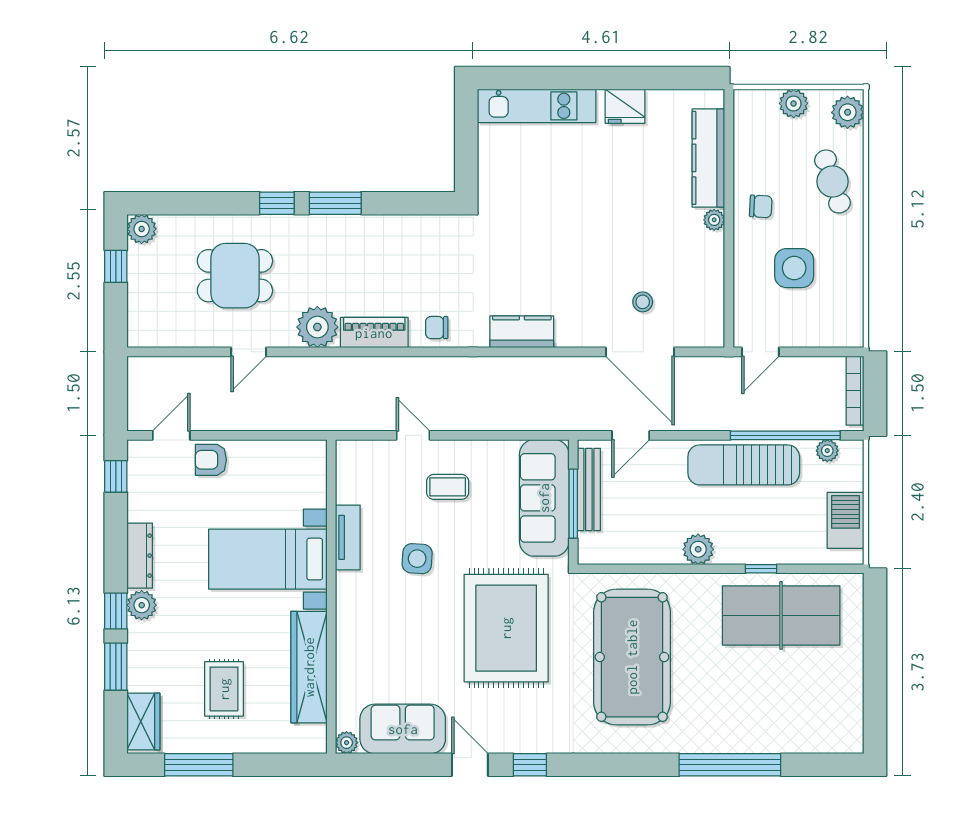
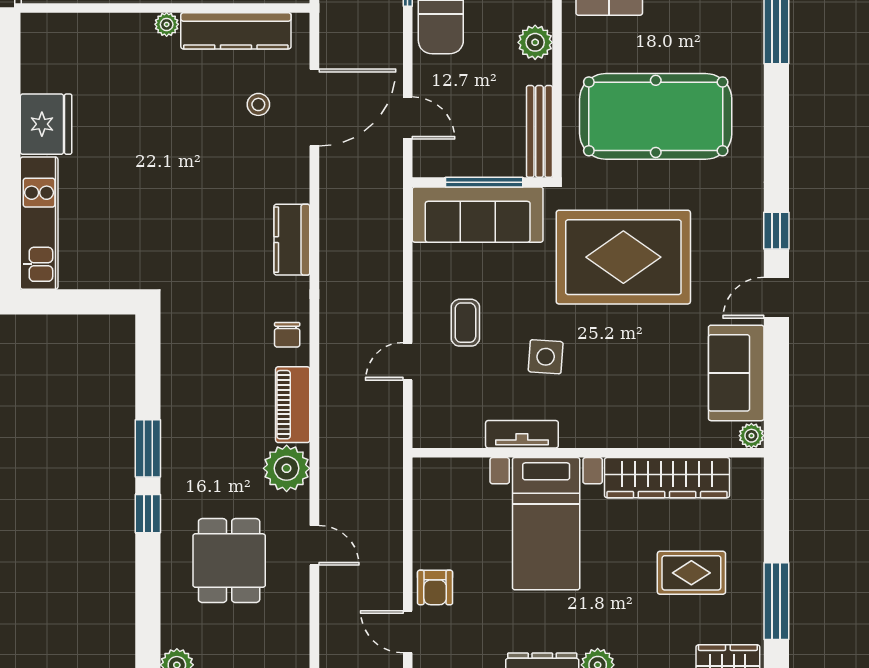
fridge: (625, 106) -> (46, 124), width x1.36, depth x1.34
kitchen counter: (708, 158) -> (236, 31), moved
bench: (589, 489) -> (539, 131), moved, turned 90

